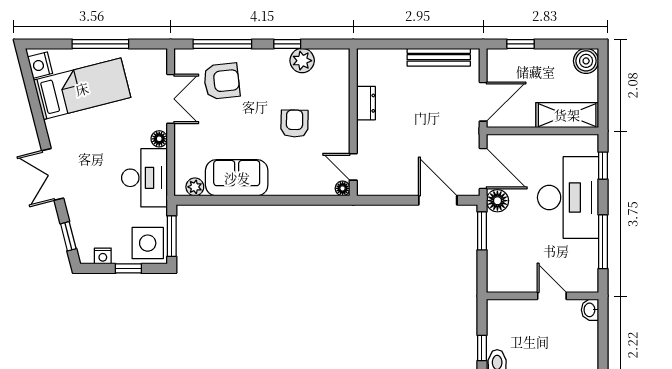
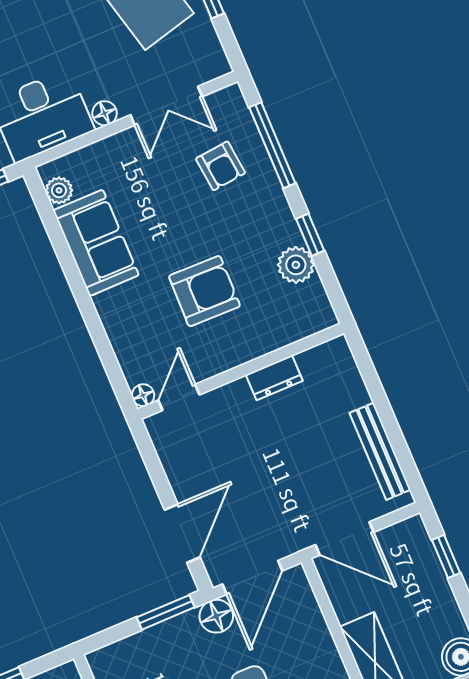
armchair: (222, 81) -> (221, 166), width x0.72, depth x0.72
armchair: (294, 124) -> (204, 291), width x1.38, depth x1.38

